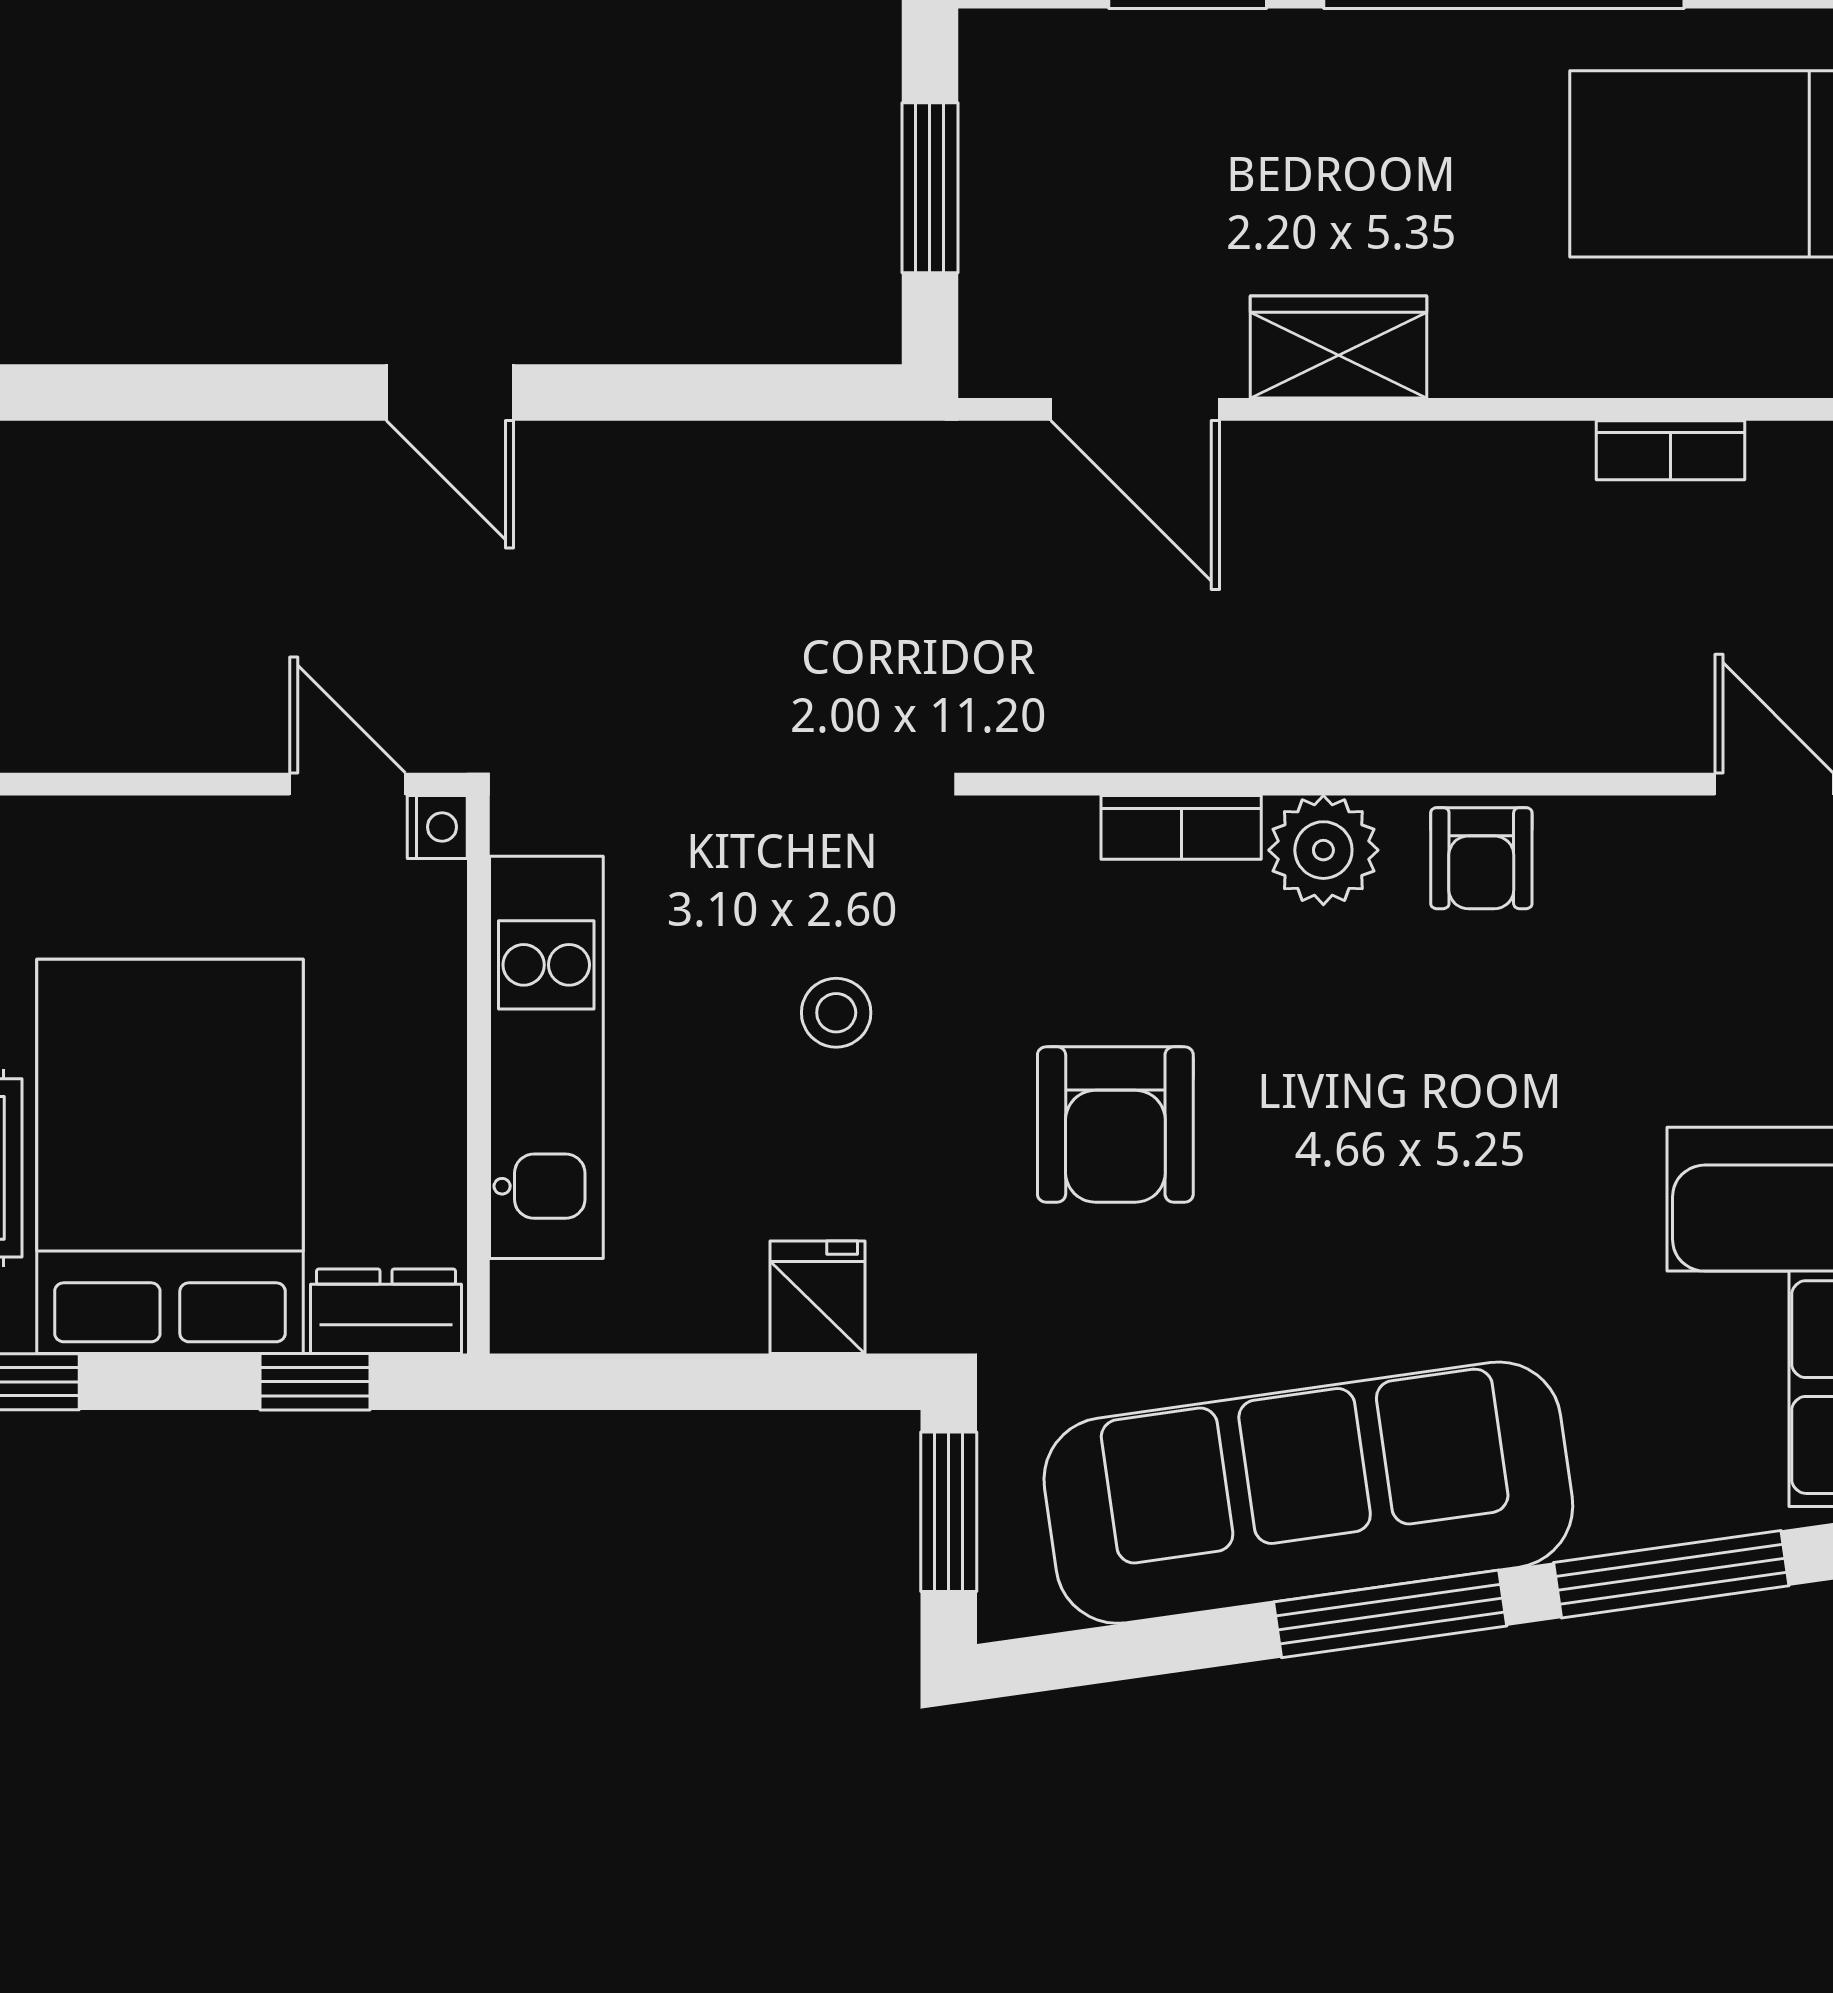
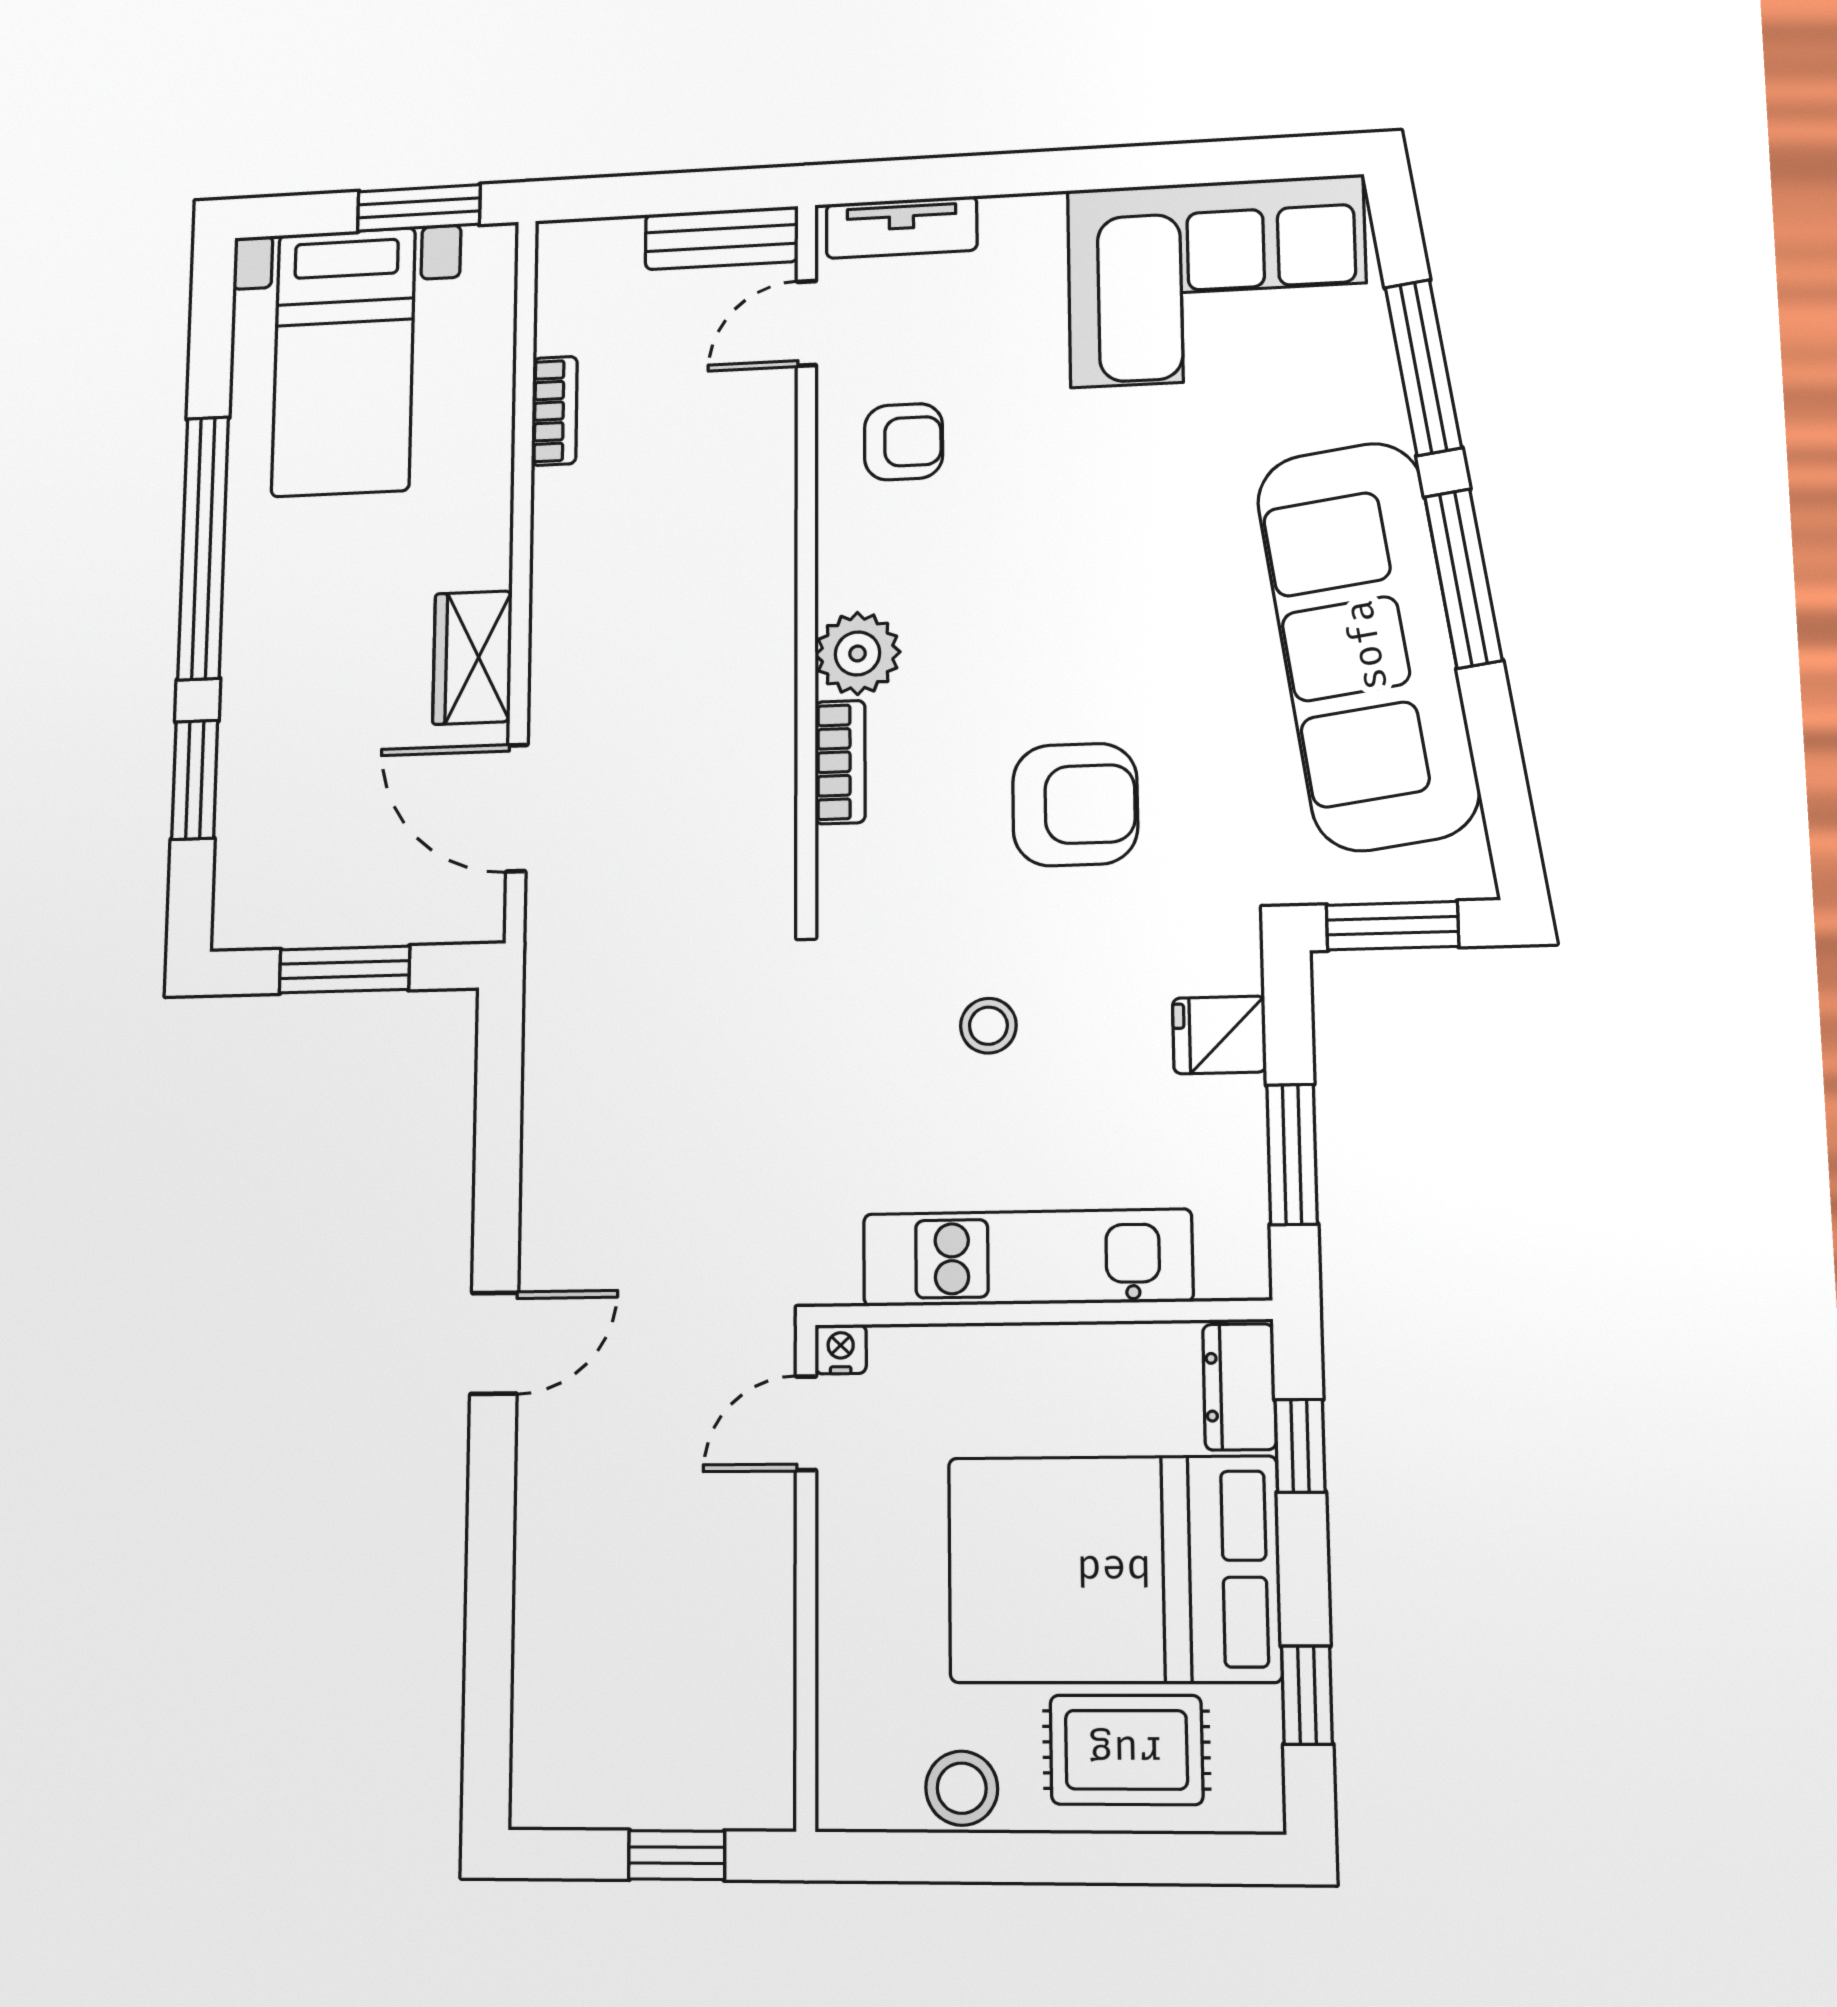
door: (1135, 409) -> (517, 808), swing flipped
armchair: (1481, 858) -> (904, 442), moved
window: (667, 1382) -> (1292, 1154), added

